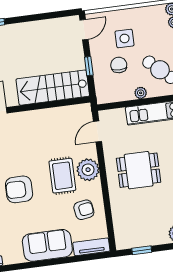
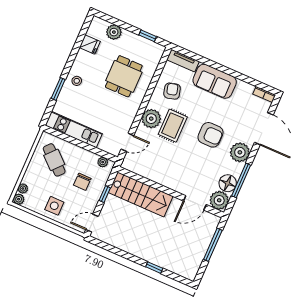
side table: (125, 38) -> (54, 206), moved
plant: (141, 93) -> (103, 162), moved
dining table: (139, 170) -> (124, 76), moved, turned 90
armchair: (84, 210) -> (172, 91), turned 84

